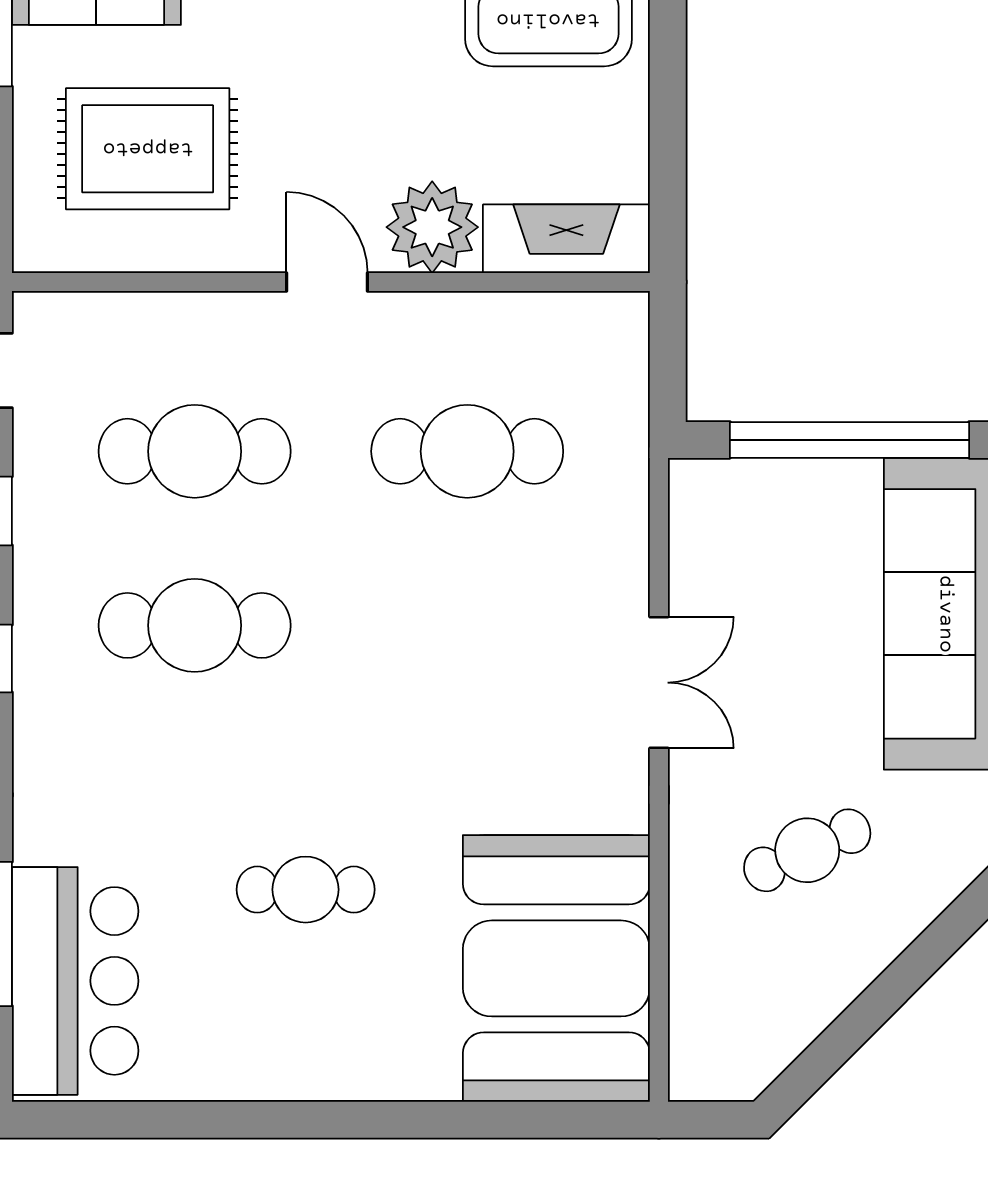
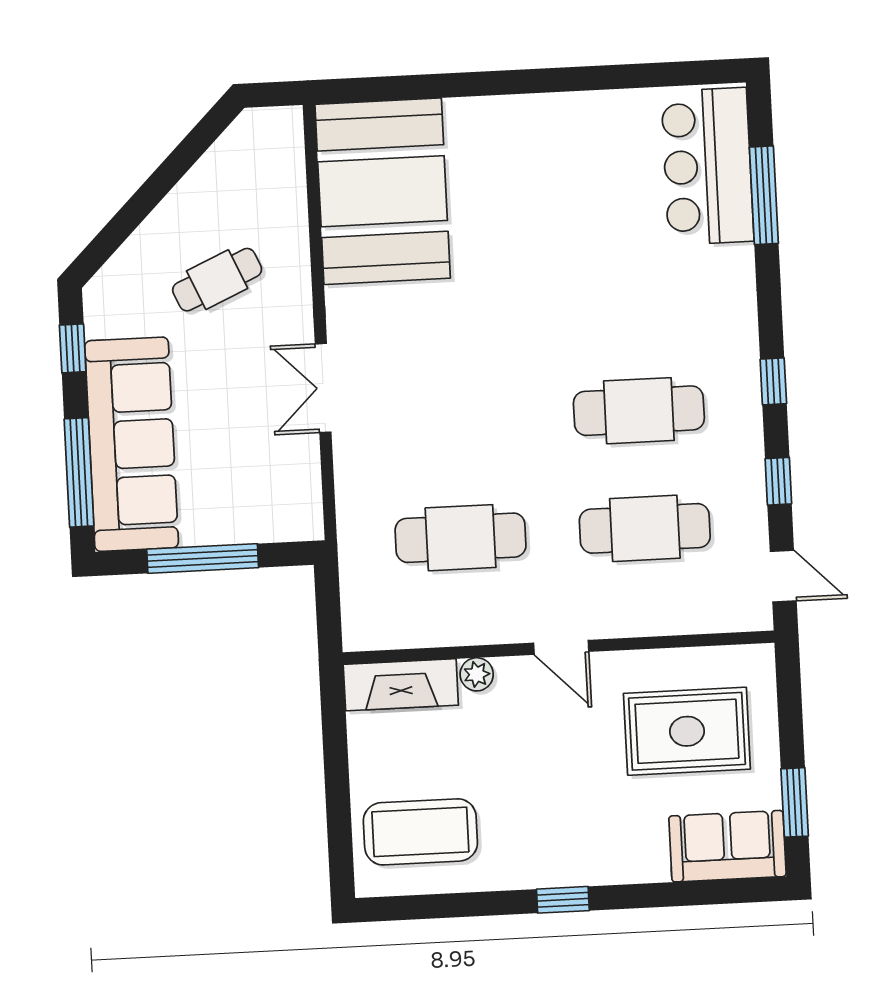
plant: (432, 227) -> (477, 674), width x0.53, depth x0.53
window: (849, 440) -> (203, 558), width x0.68
cafe table: (306, 890) -> (555, 236), removed

